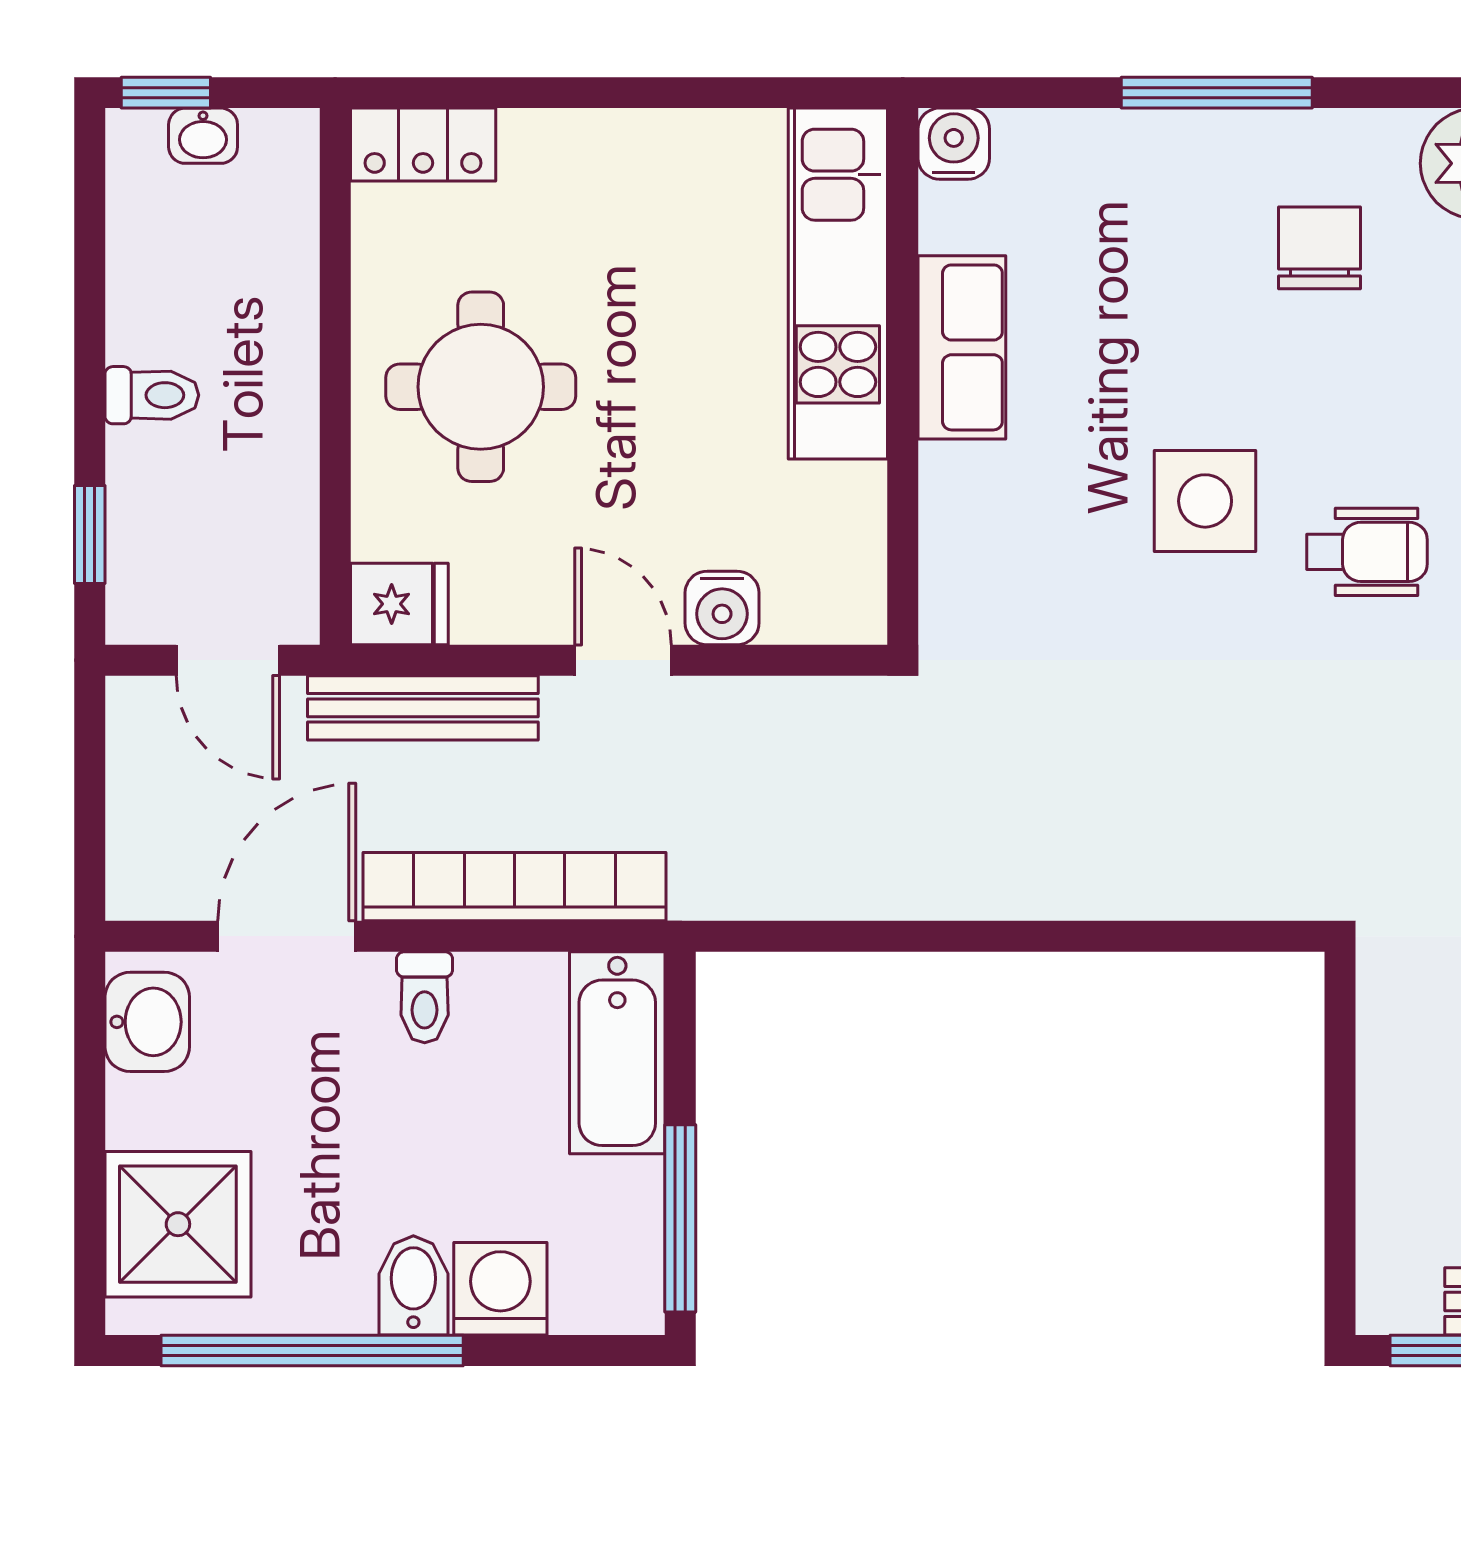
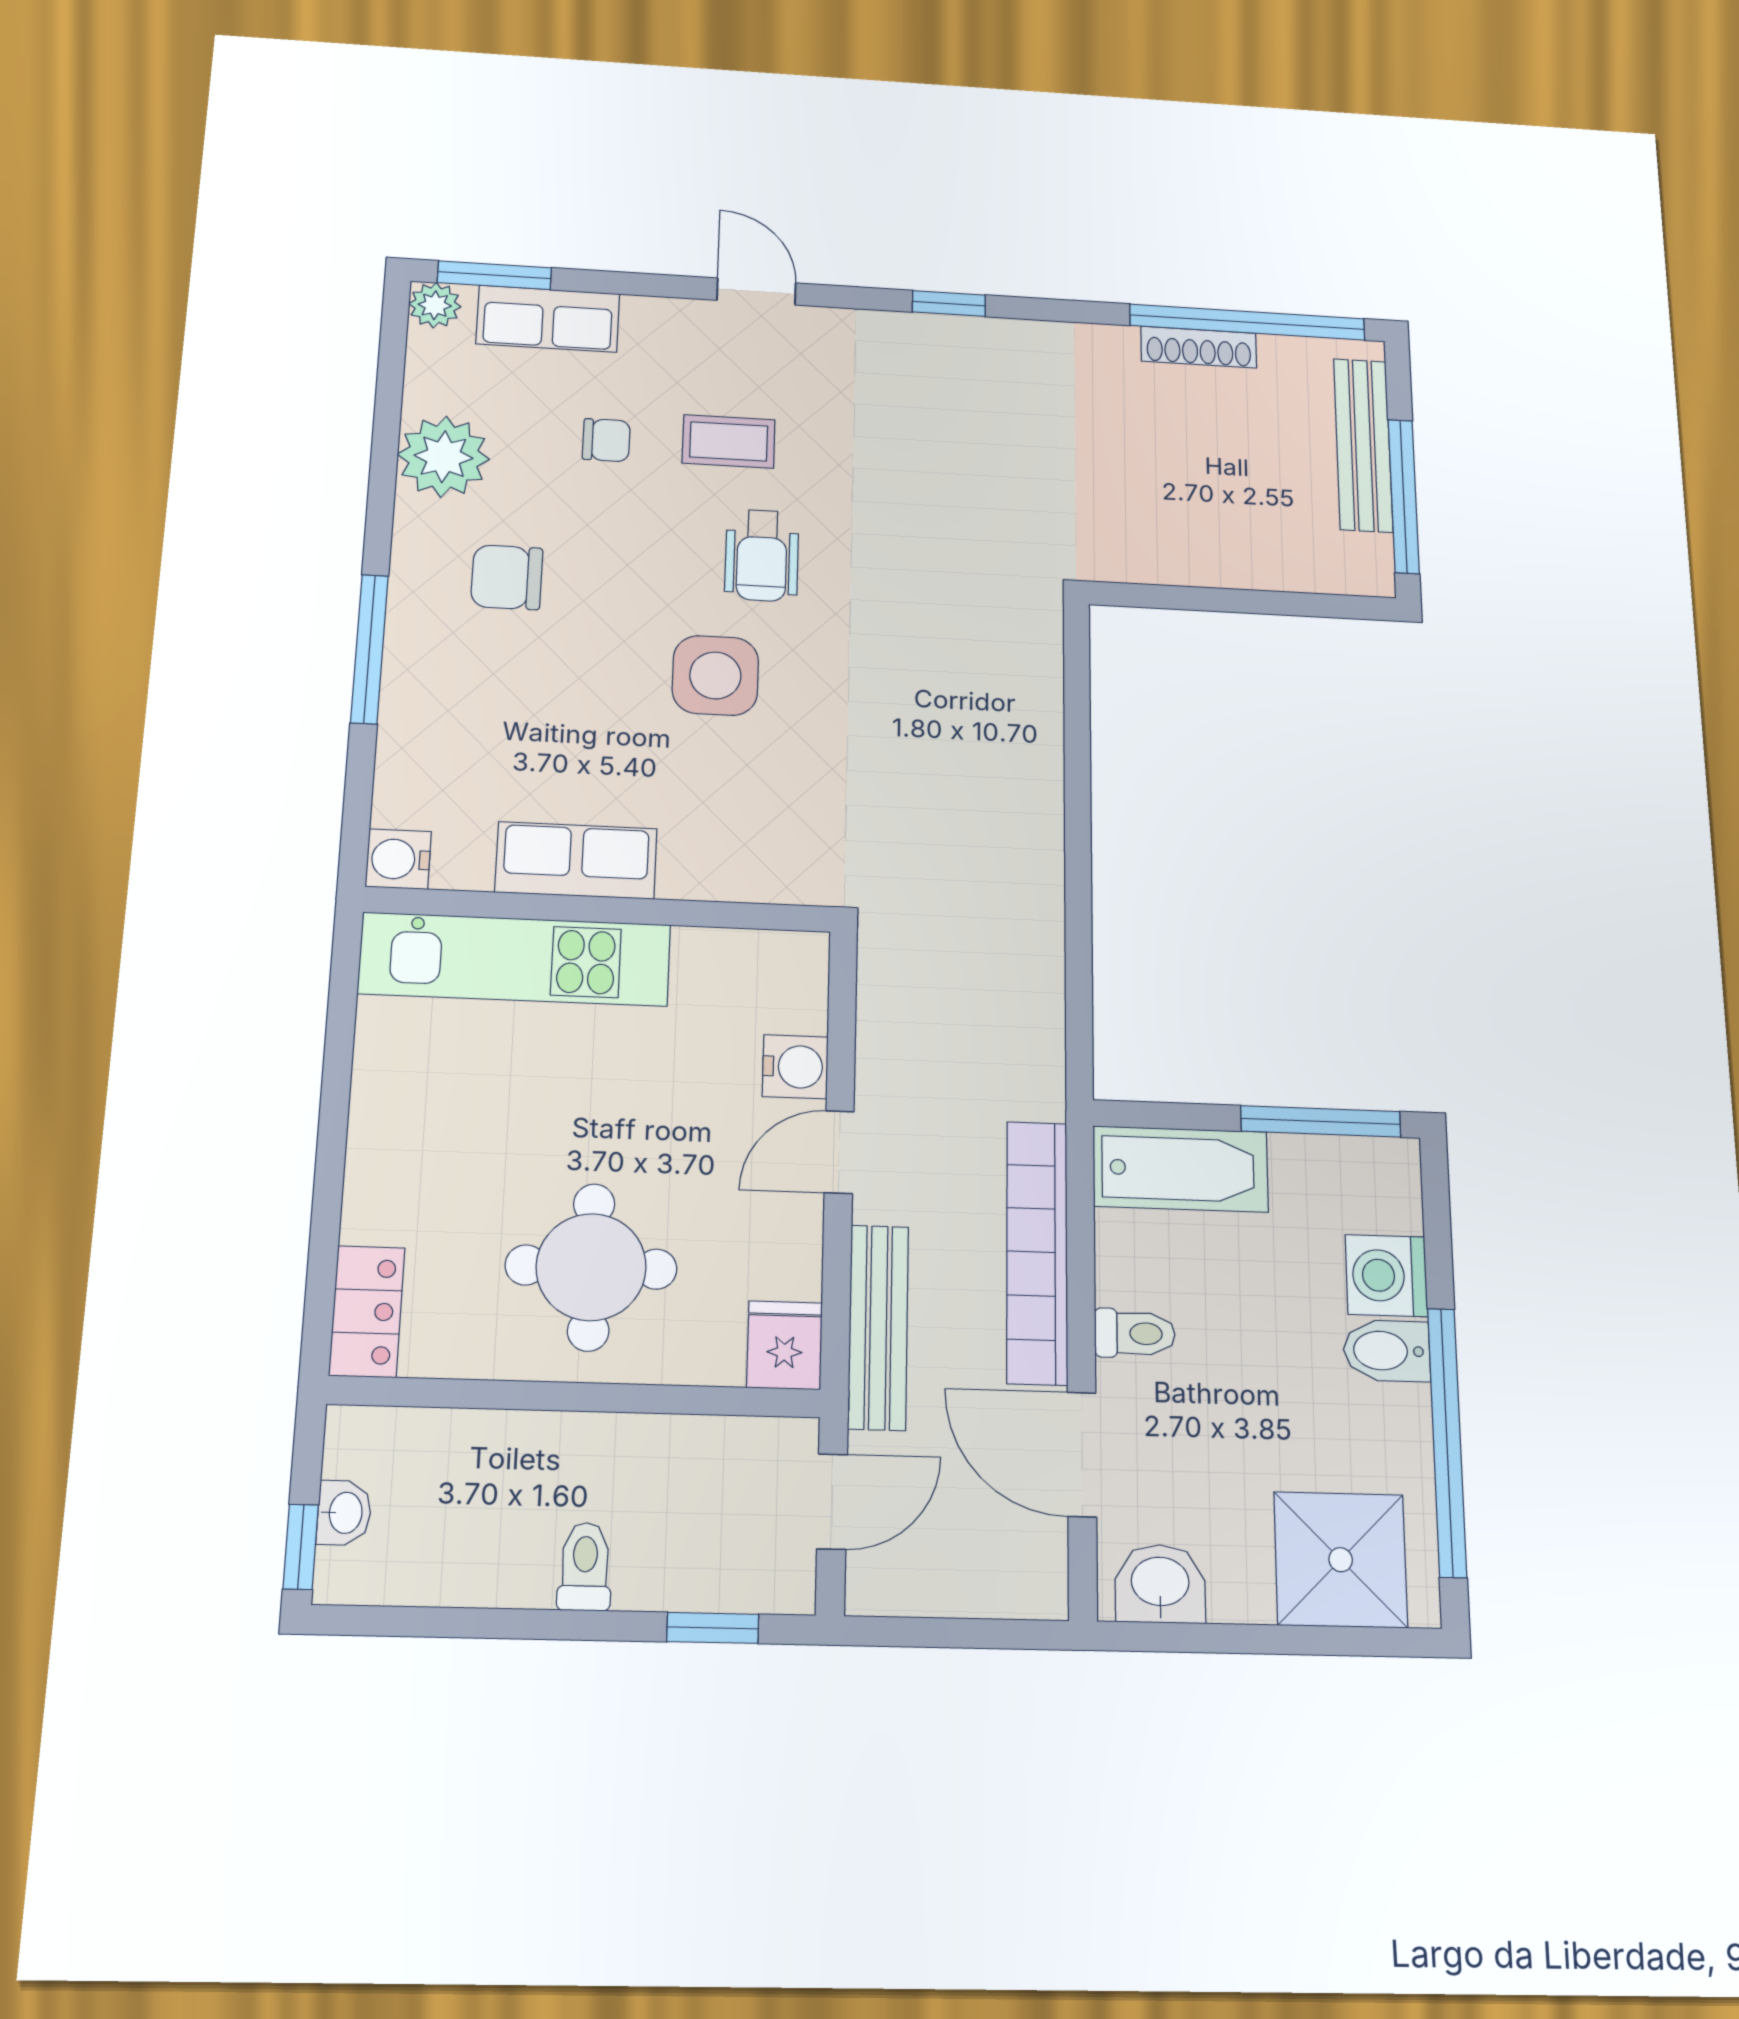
wheelchair: (1367, 552) -> (762, 555), turned 180

